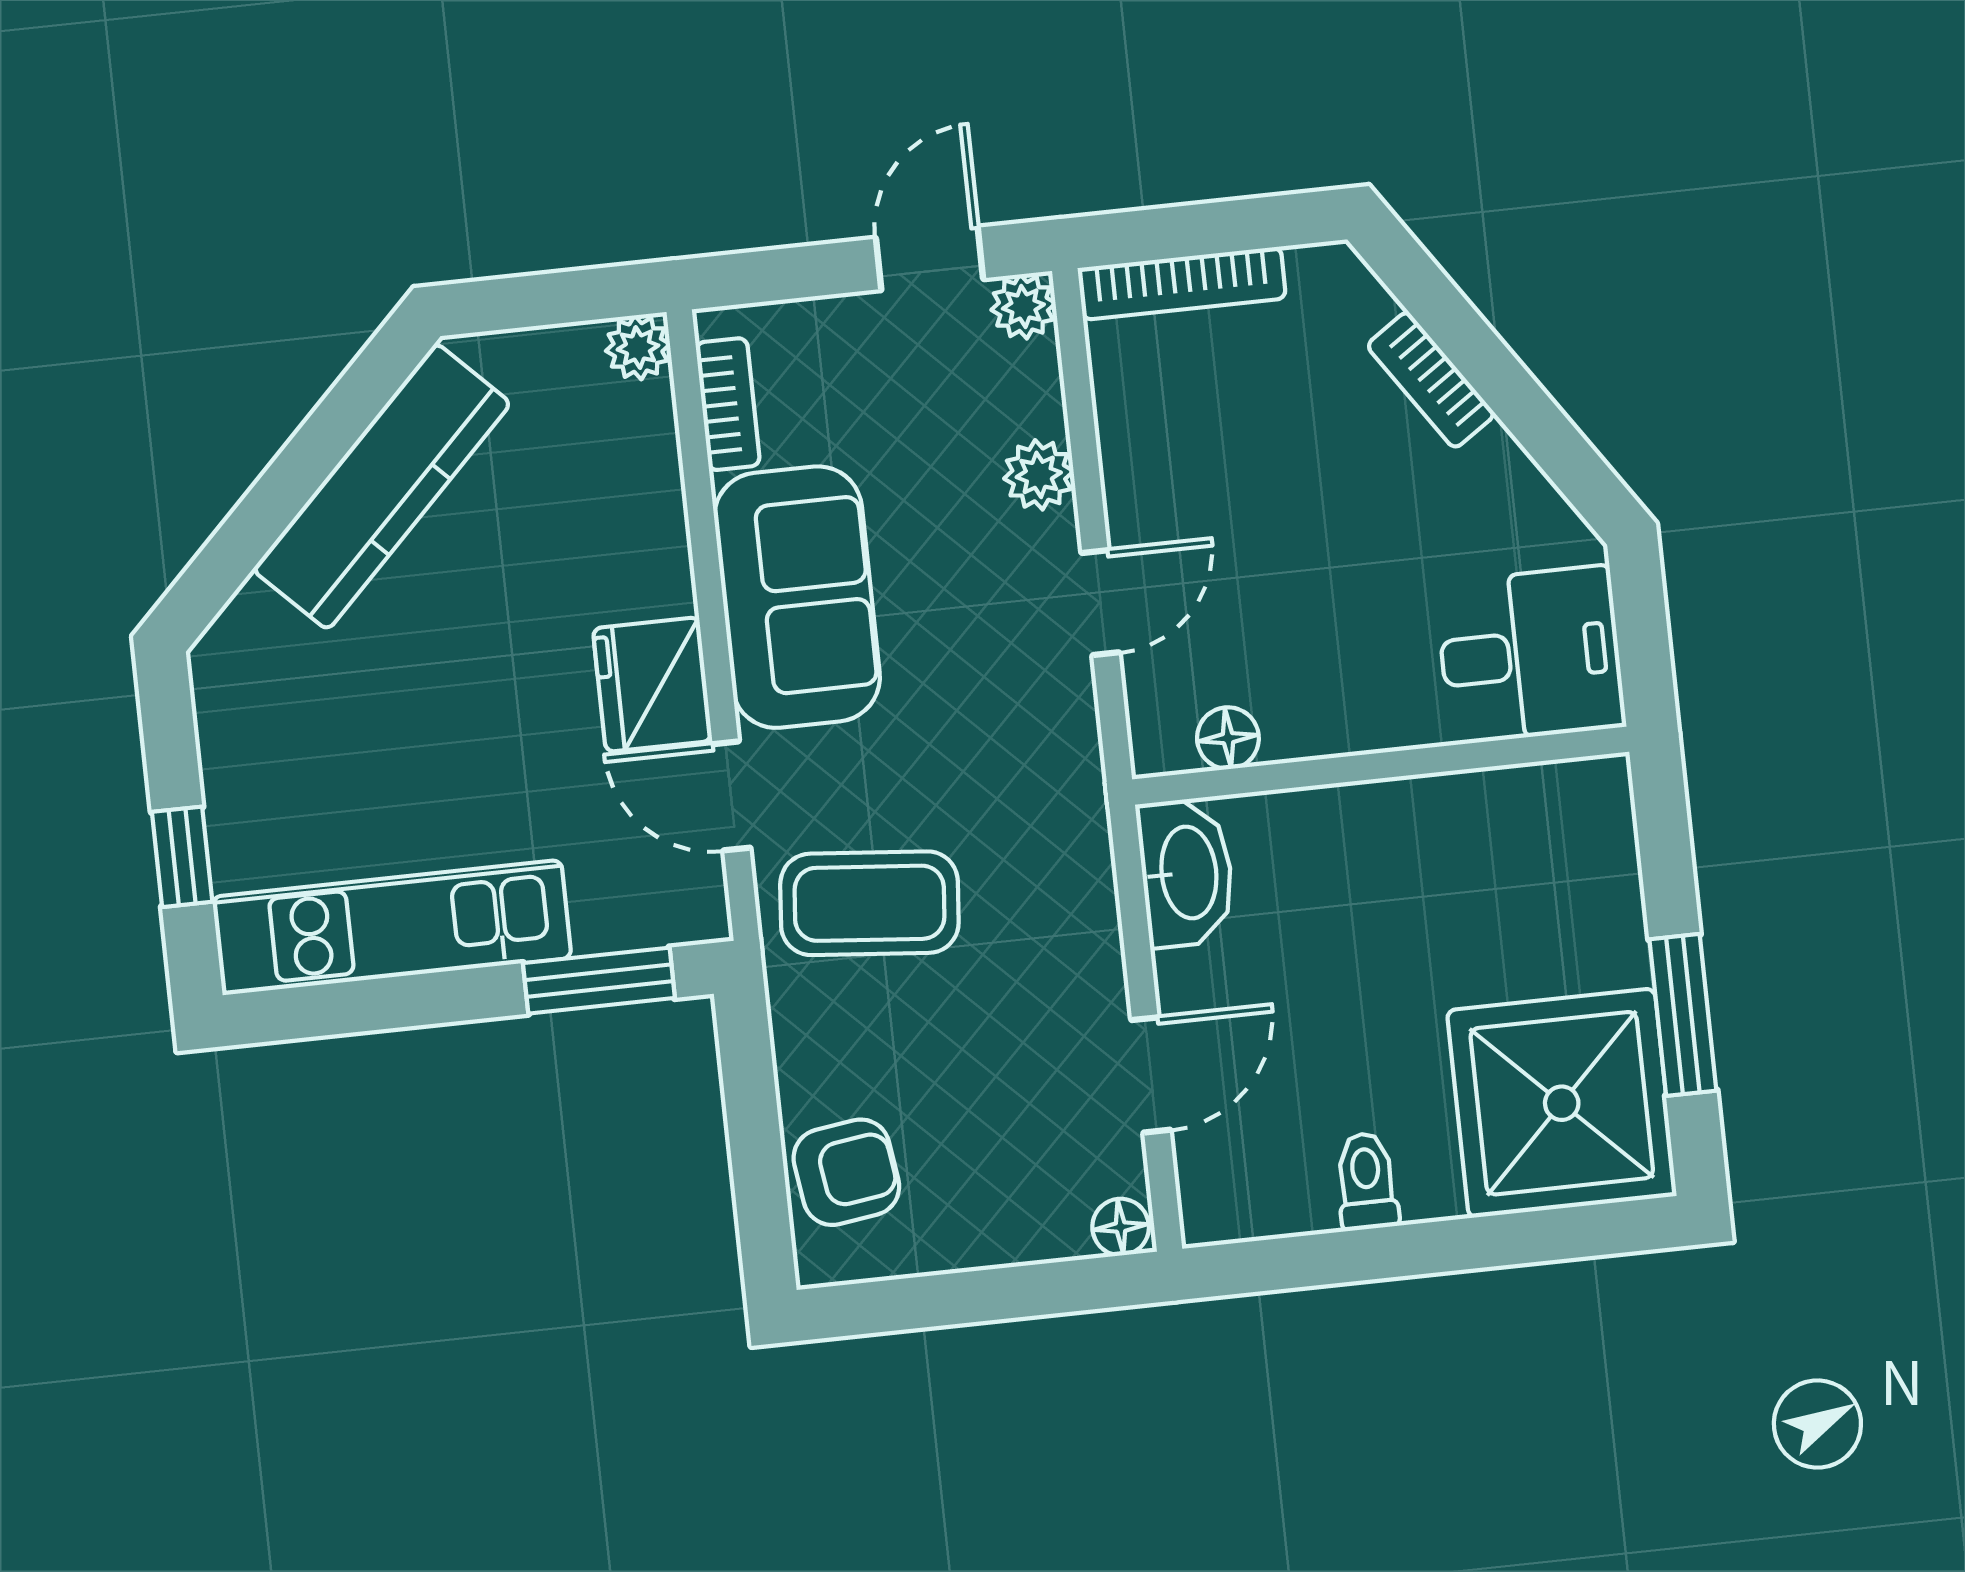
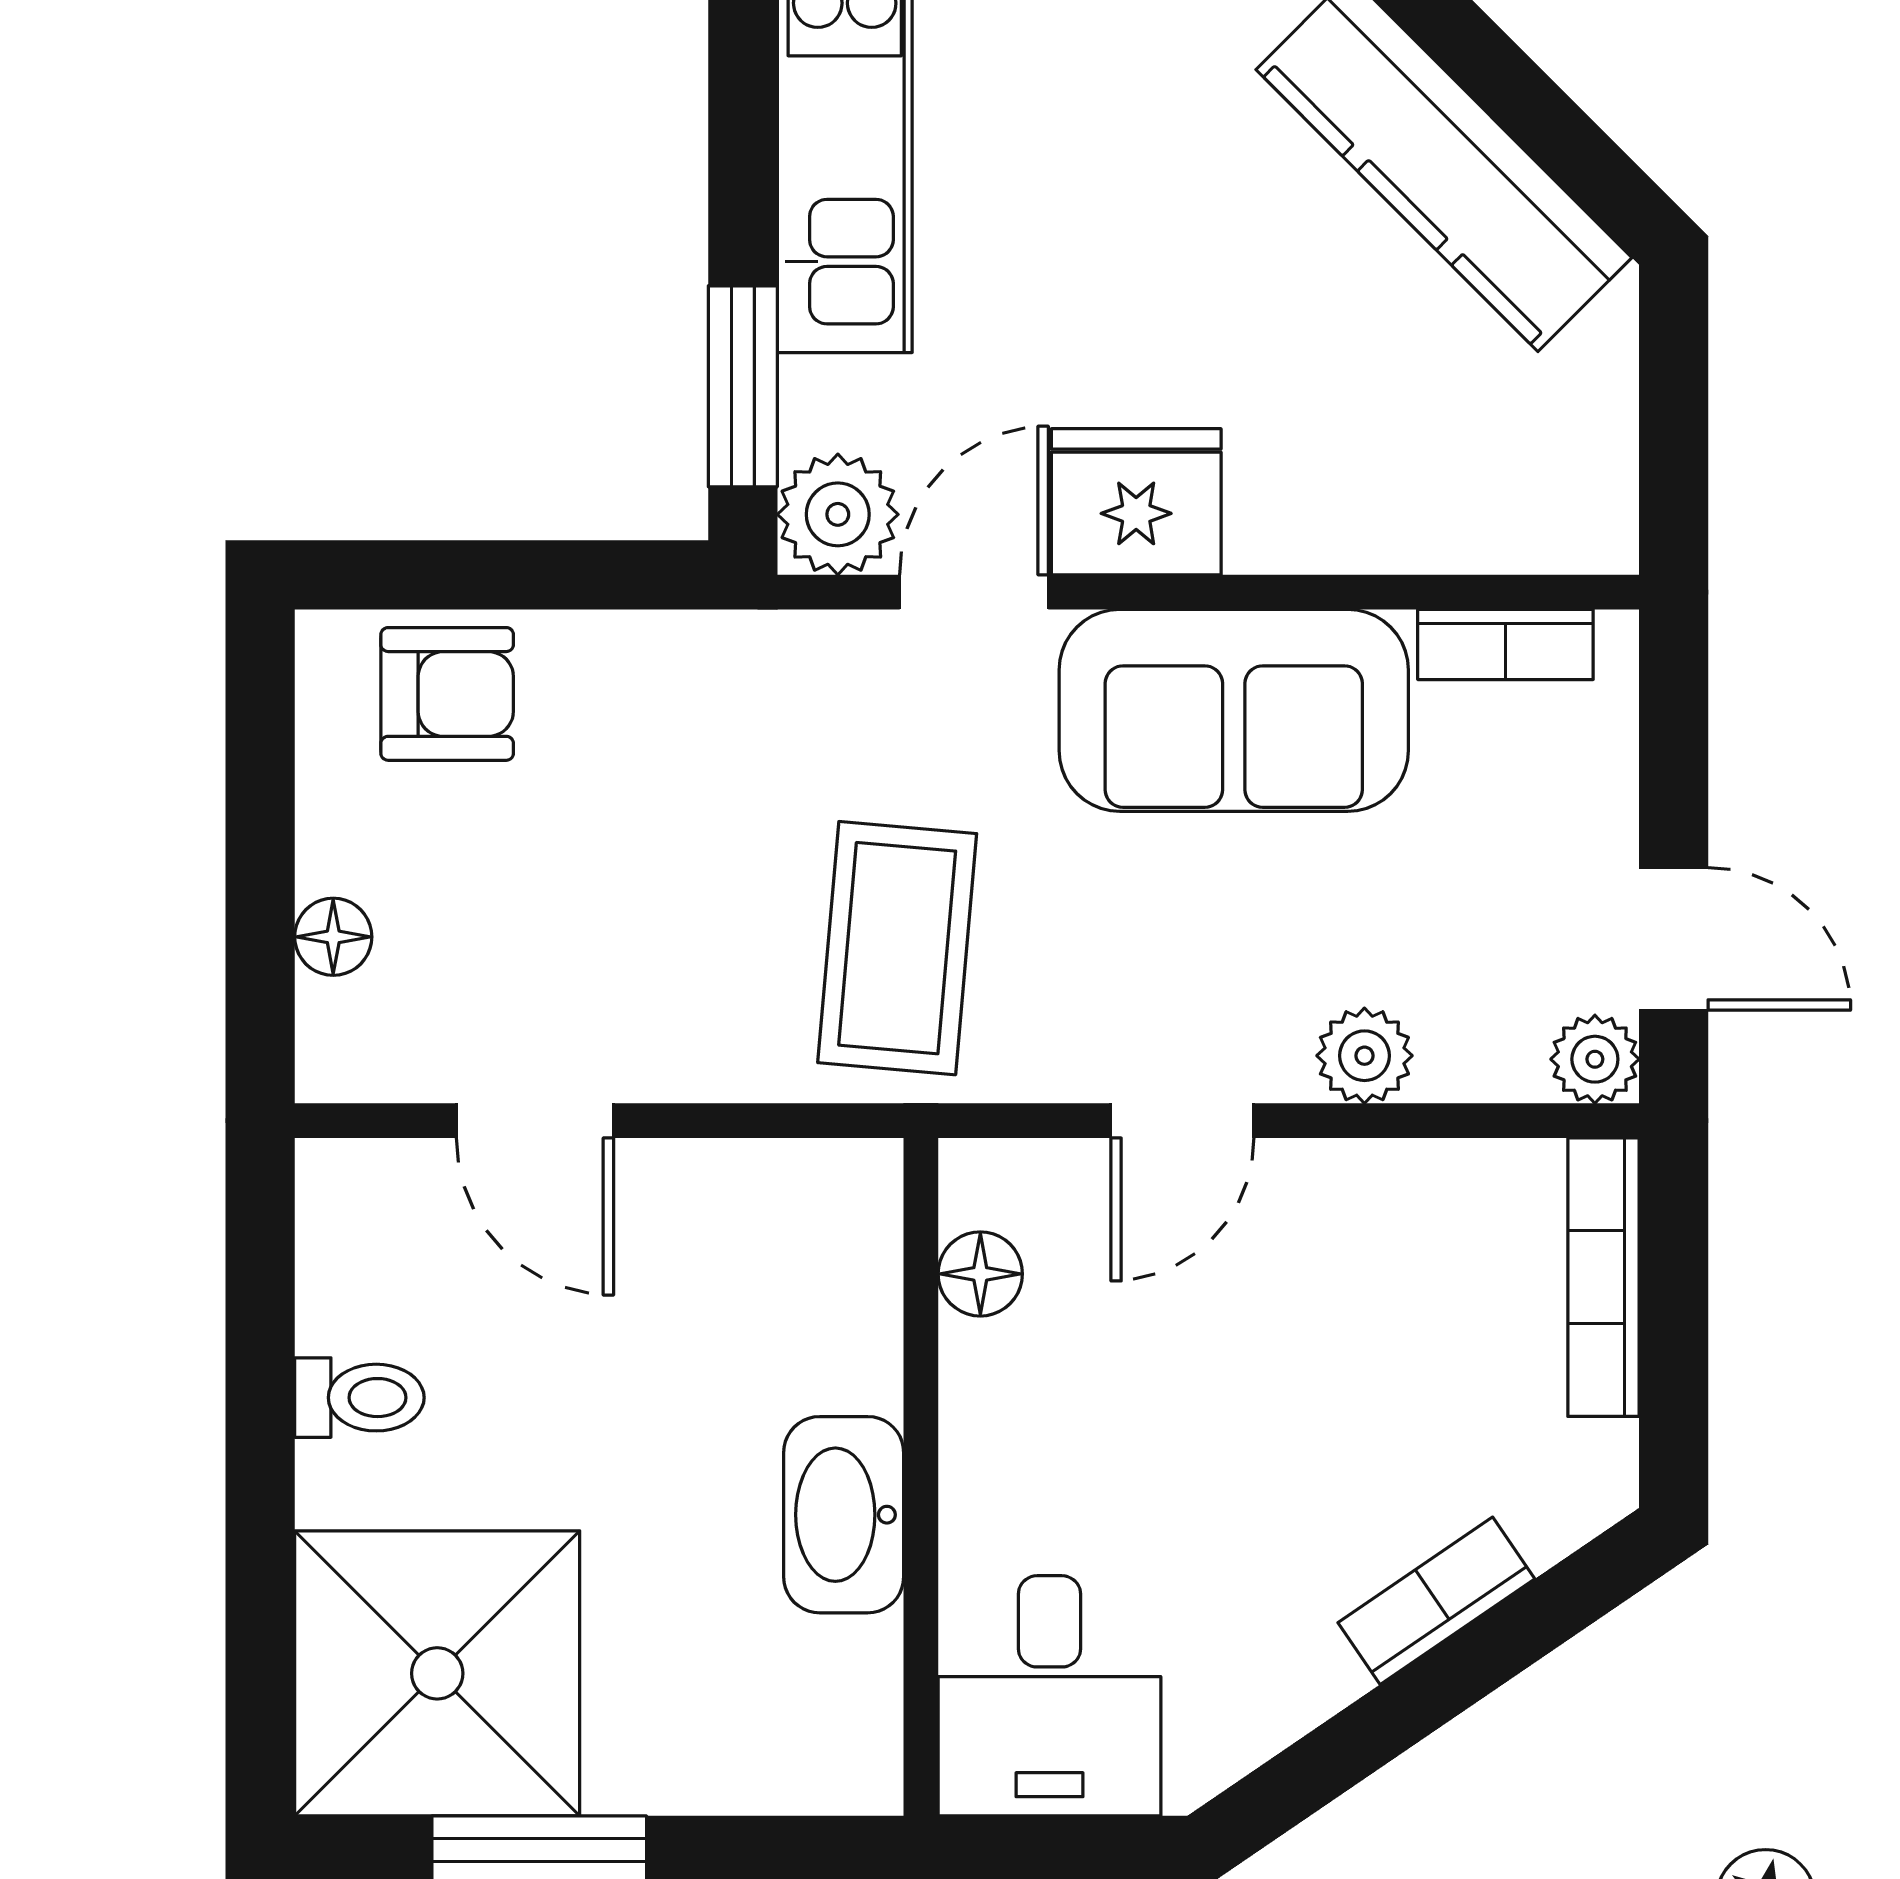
plant: (638, 348) -> (838, 514), moved, width x1.38, depth x1.38
door: (1100, 603) -> (1182, 1121), hinge flipped
washbasin: (1186, 873) -> (844, 1515), moved, turned 90
coffee table: (869, 903) -> (897, 948), moved
armchair: (846, 1172) -> (447, 694), turned -82
floor lamp: (1121, 1227) -> (333, 937), moved

